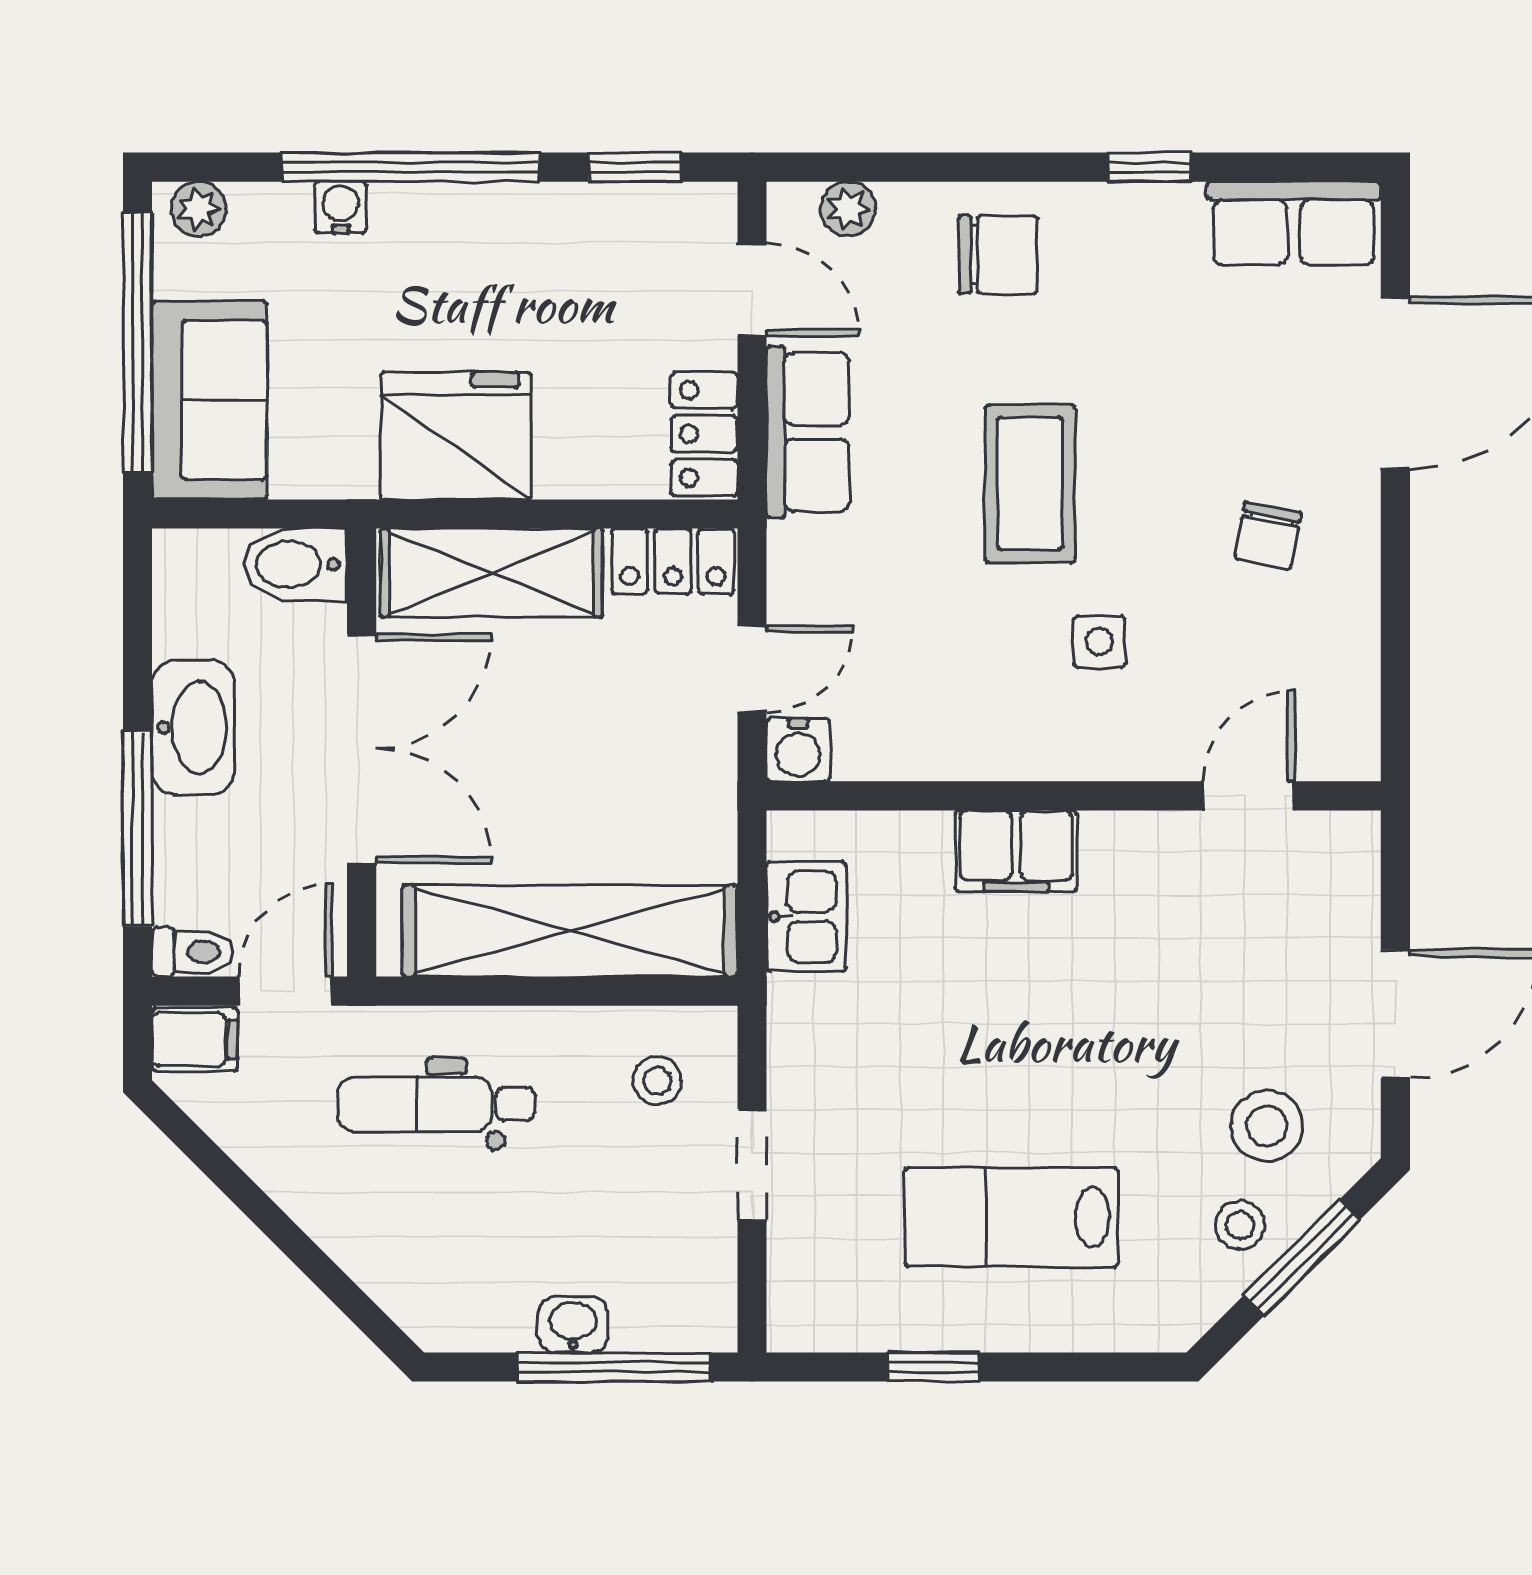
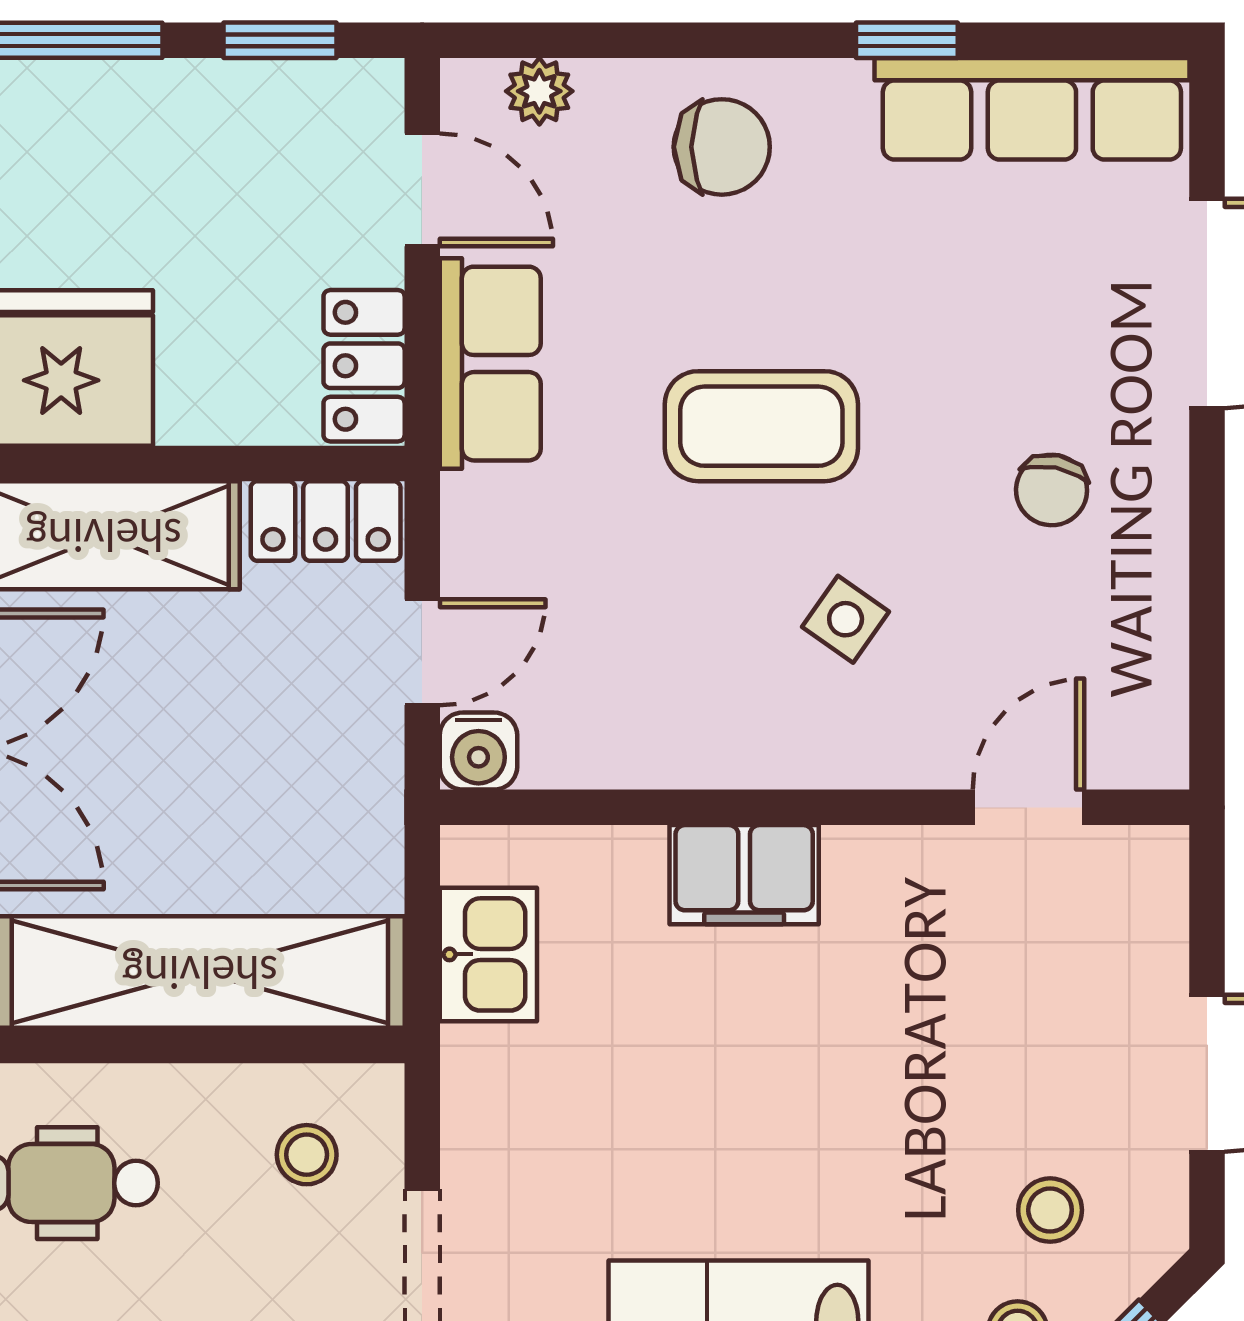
row of seats: (1294, 223) -> (1032, 109), width x1.48
coffee table: (1030, 483) -> (761, 426), turned 90
side table: (1099, 642) -> (846, 619), turned 35
stool: (1267, 1126) -> (1050, 1210), width x0.73, depth x0.73

